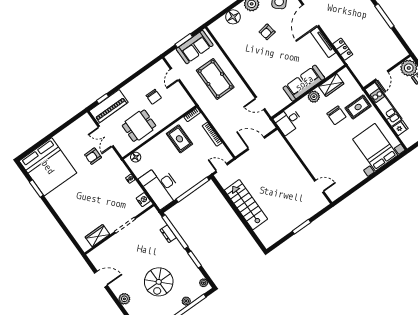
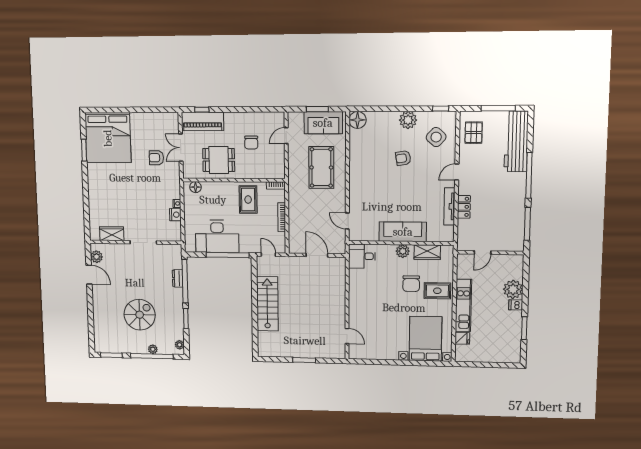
door: (311, 15) -> (457, 172), width x0.53
floor lamp: (233, 17) -> (357, 120), moved
locker: (343, 49) -> (464, 207), moved
wall: (387, 72) -> (490, 253), moved
door: (382, 76) -> (483, 253), moved
desk: (161, 186) -> (217, 236), moved, turned -90
nightstand: (143, 200) -> (175, 215), moved
spiral stairs: (159, 282) -> (140, 315), turned 180
plant: (124, 299) -> (97, 257), moved

